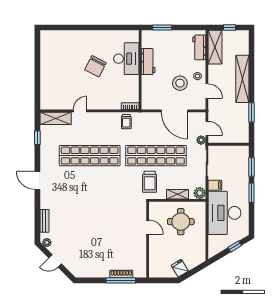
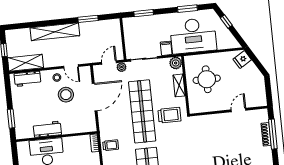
door: (207, 91) -> (71, 66), swing flipped
window: (251, 193) -> (187, 9), moved
door: (148, 227) -> (239, 110), moved
fridge: (180, 268) -> (242, 59), moved

